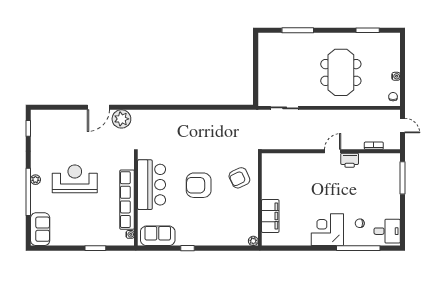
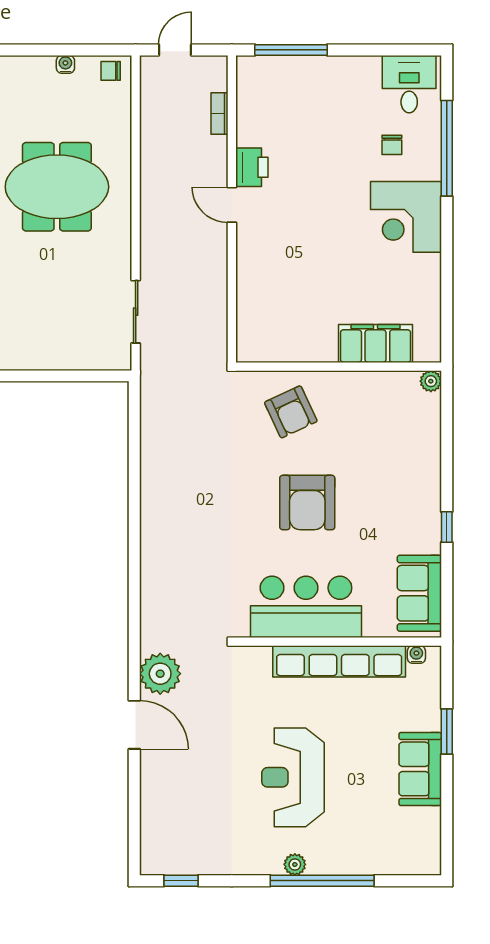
sofa: (40, 229) -> (420, 769), moved, turned -90

